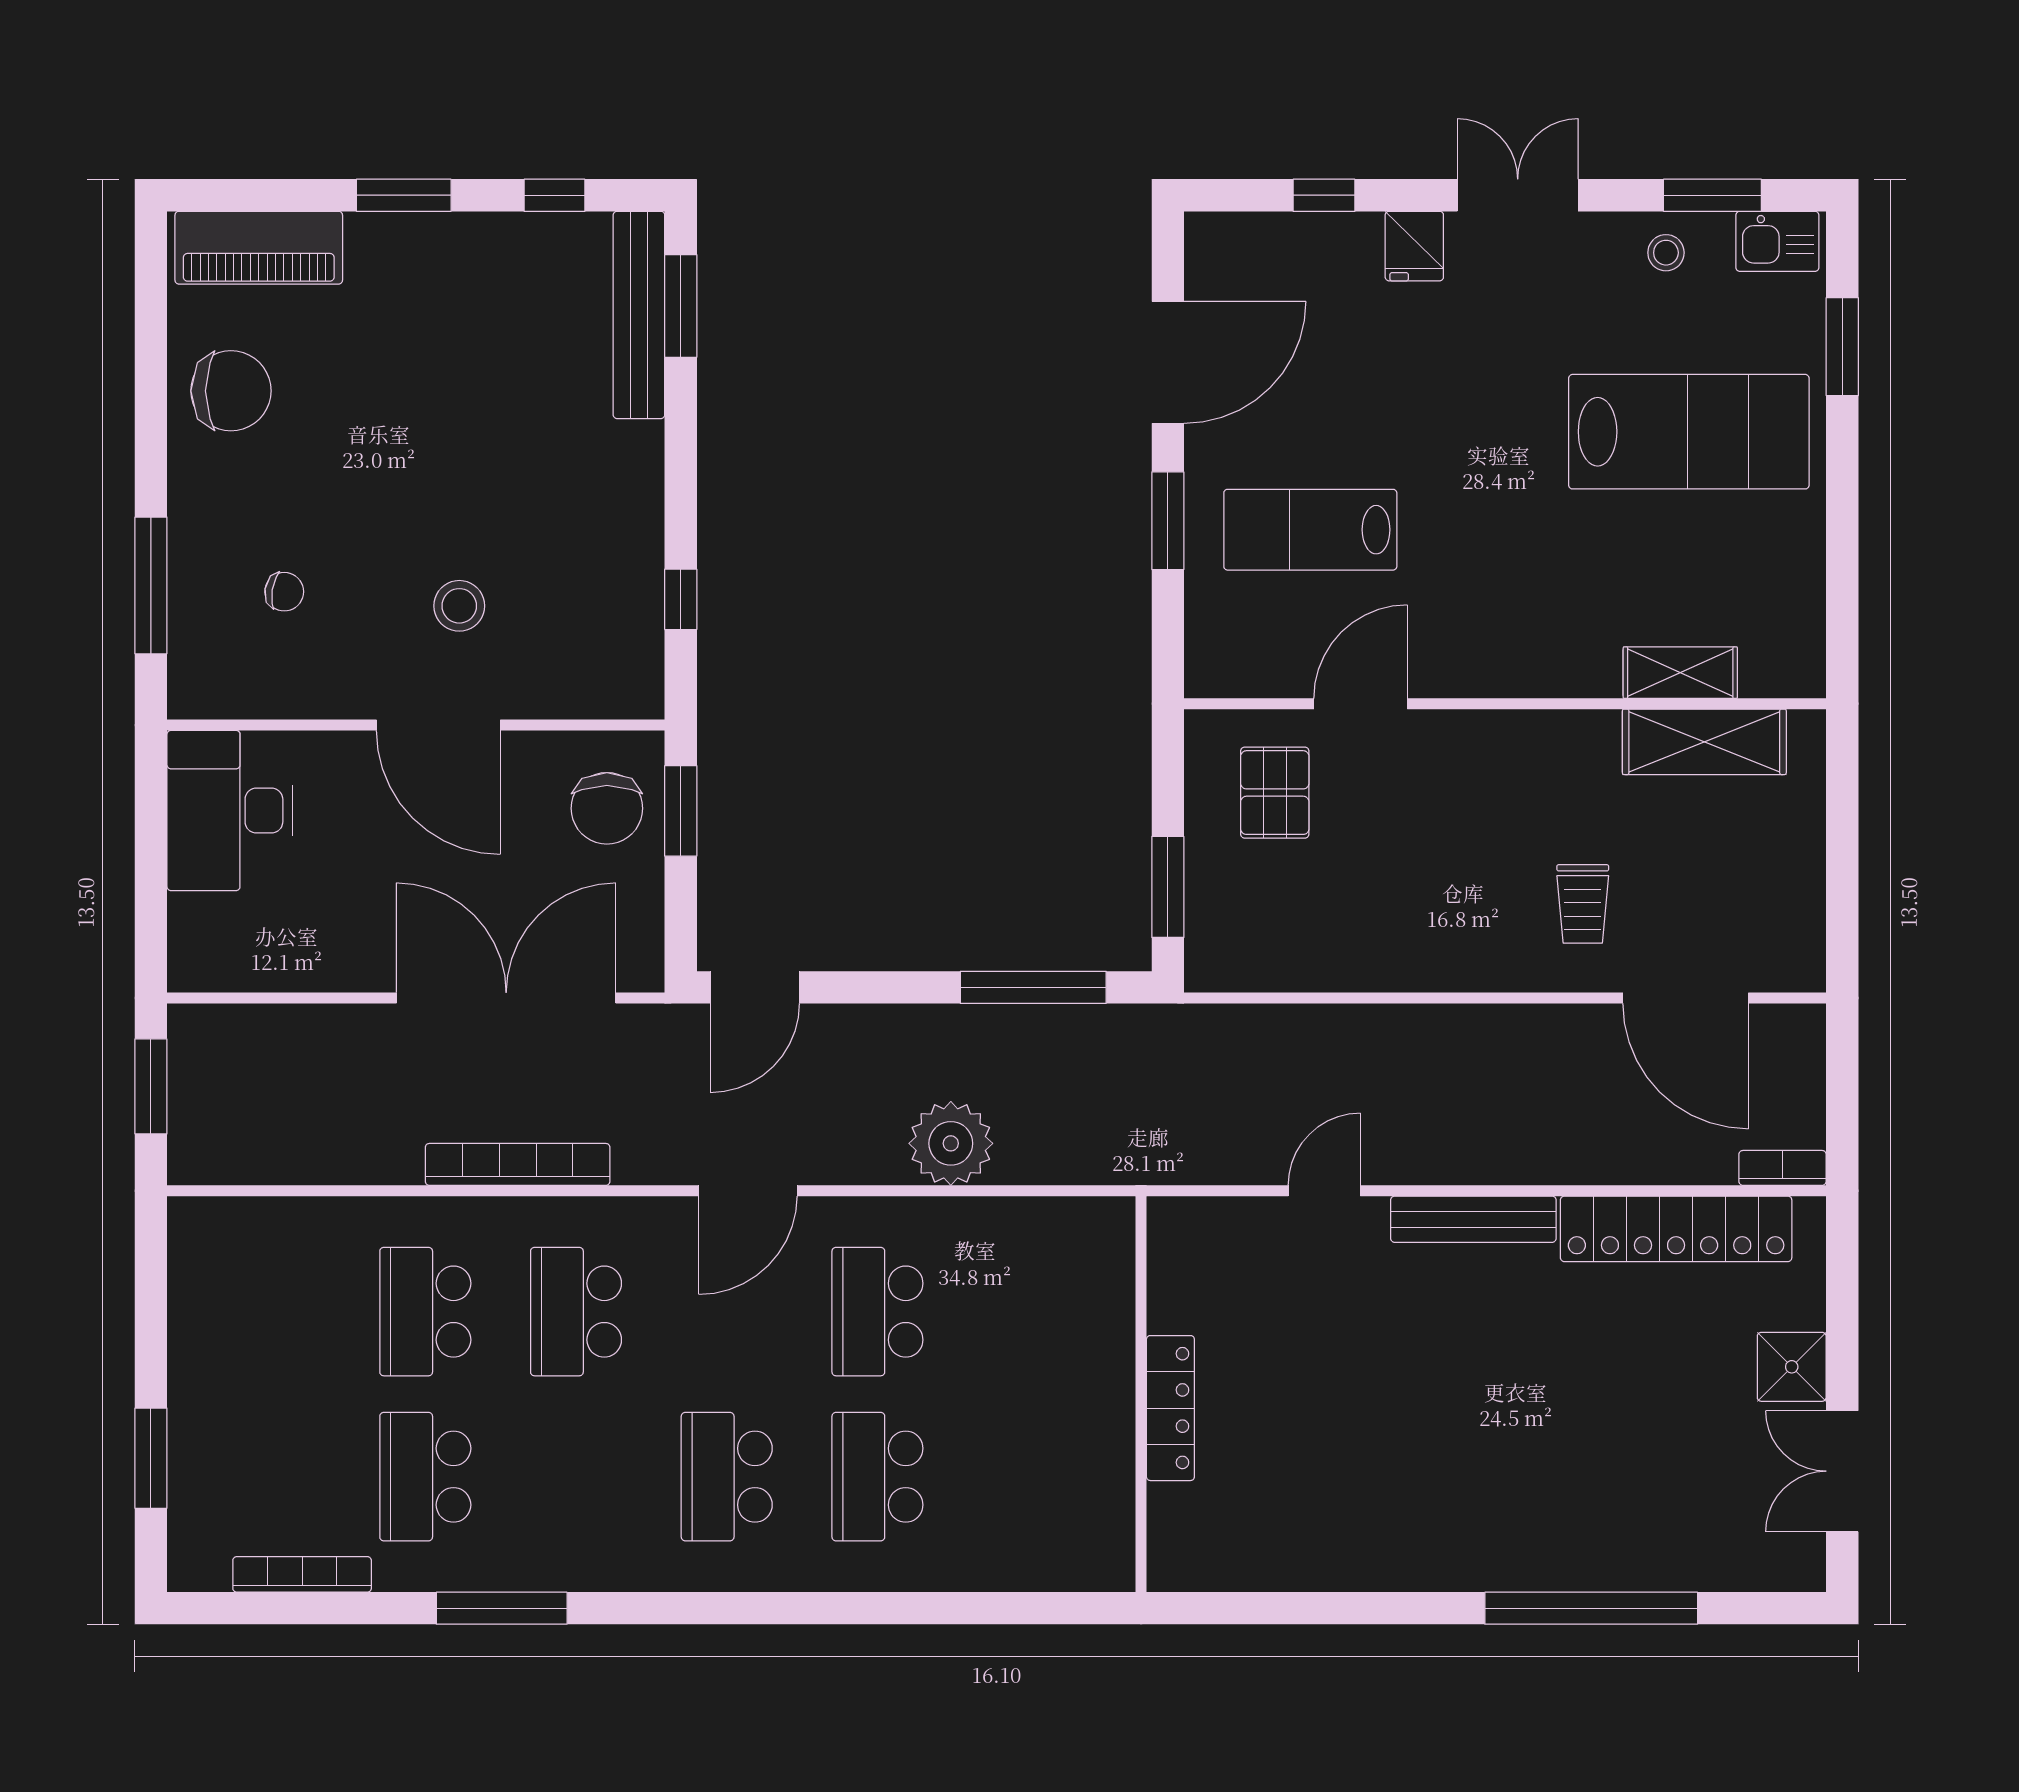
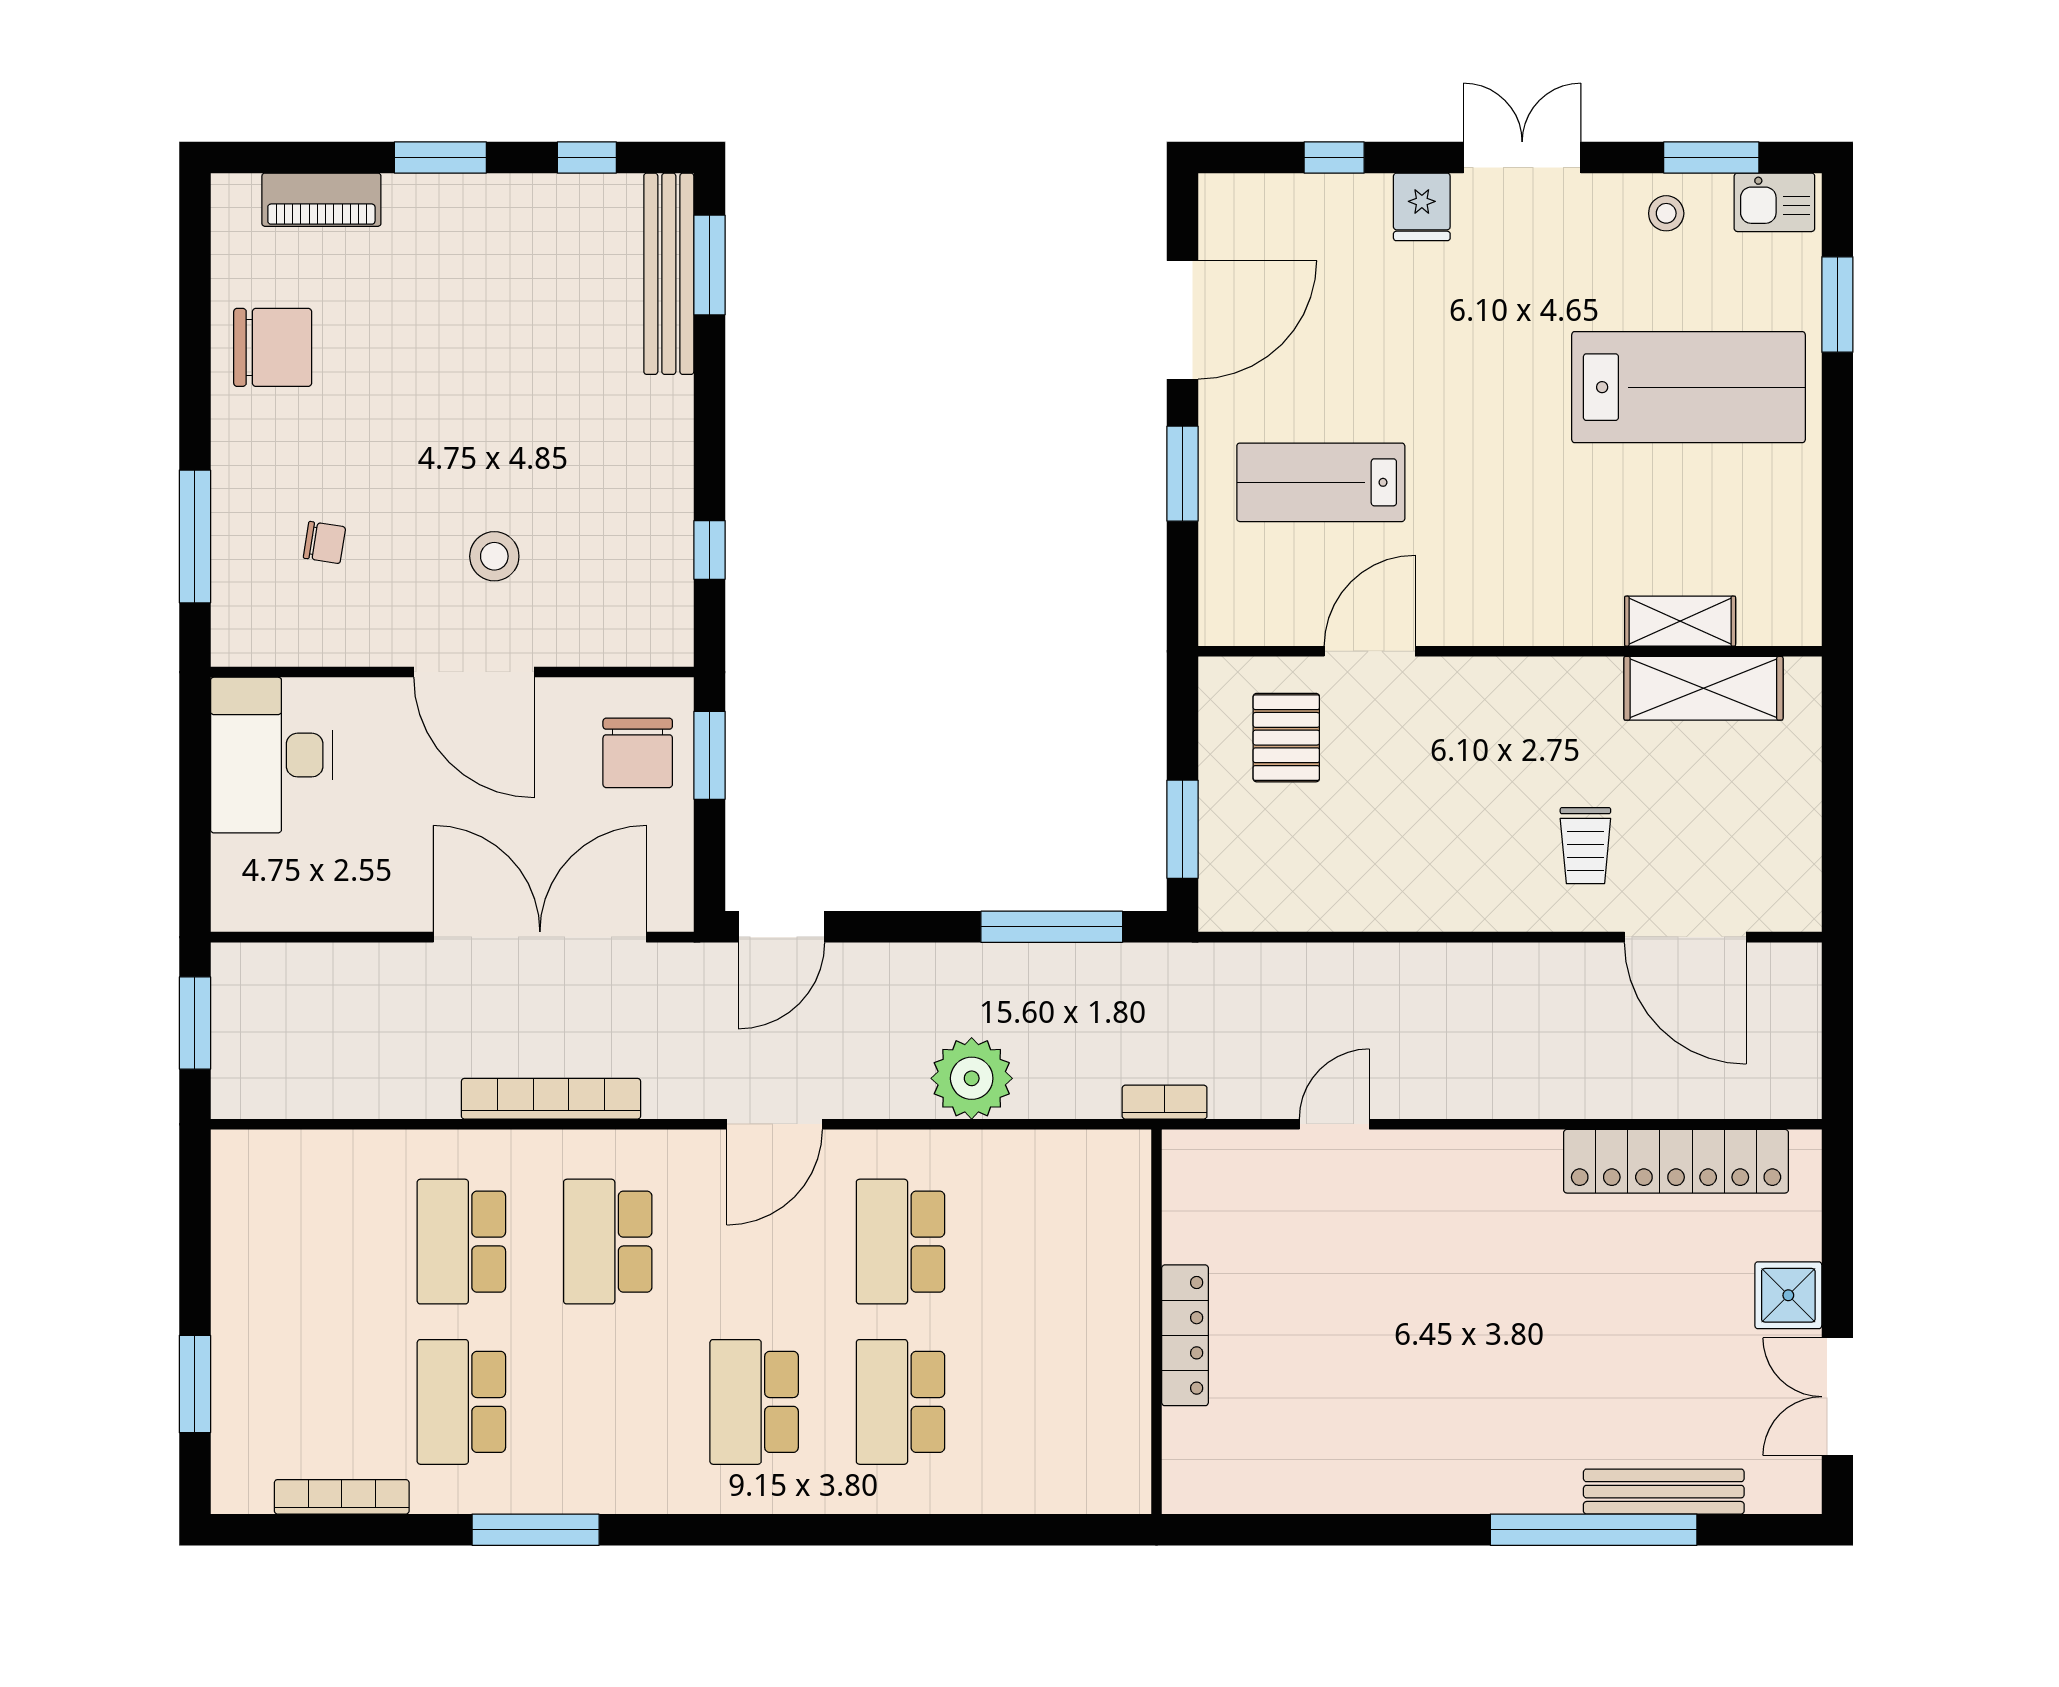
piano: (259, 248) -> (321, 200), width x0.73, depth x0.75
bookcase: (1783, 1168) -> (1165, 1102), moved
bench: (1473, 1219) -> (1664, 1492), moved

